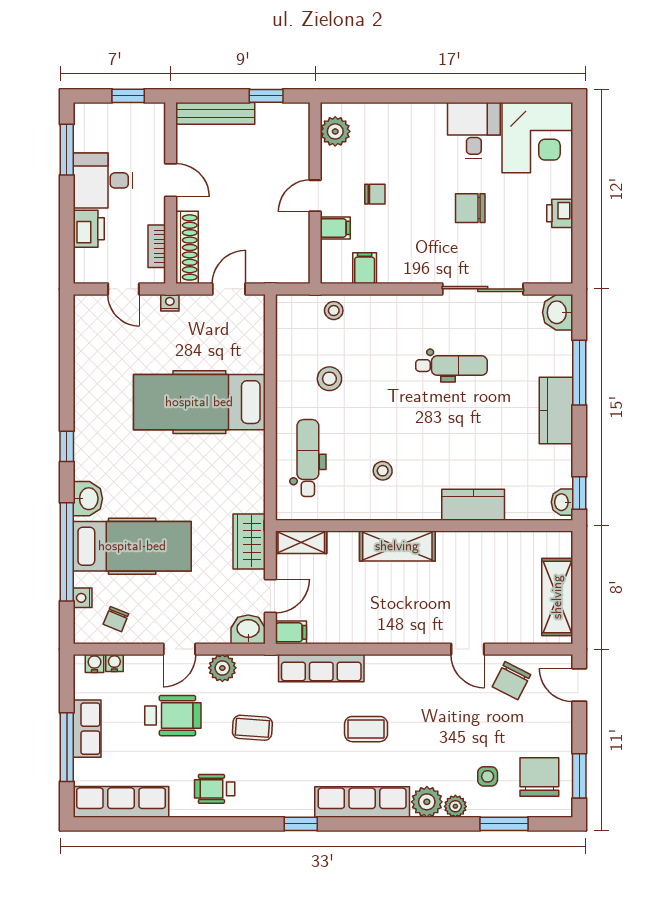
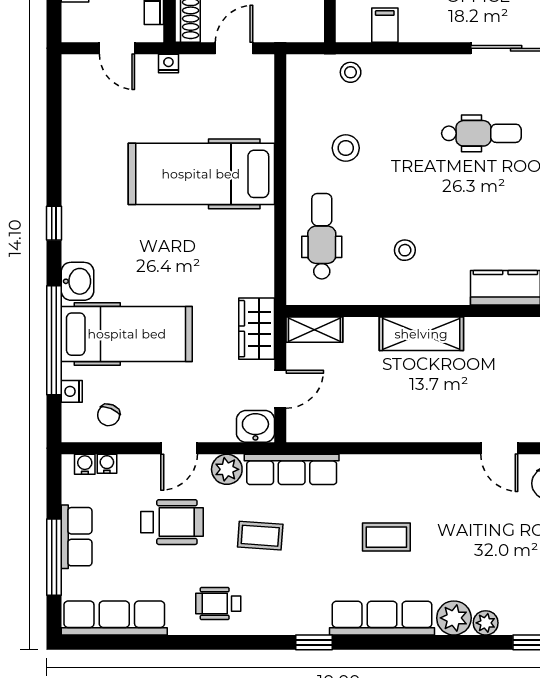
filing cabinet: (291, 632) -> (303, 430), removed
row of seats: (321, 668) -> (292, 469), moved
side table: (488, 776) -> (521, 590), removed

